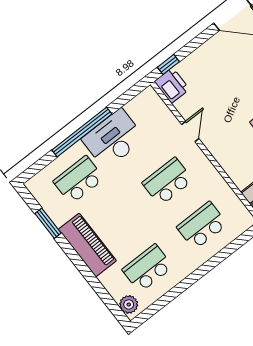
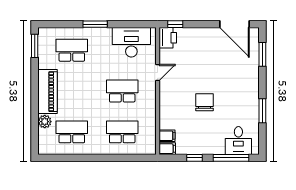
window: (82, 132) -> (95, 24), width x0.47
desk: (113, 139) -> (131, 42), moved
window: (48, 223) -> (35, 46), moved
plant: (129, 304) -> (45, 122), moved

